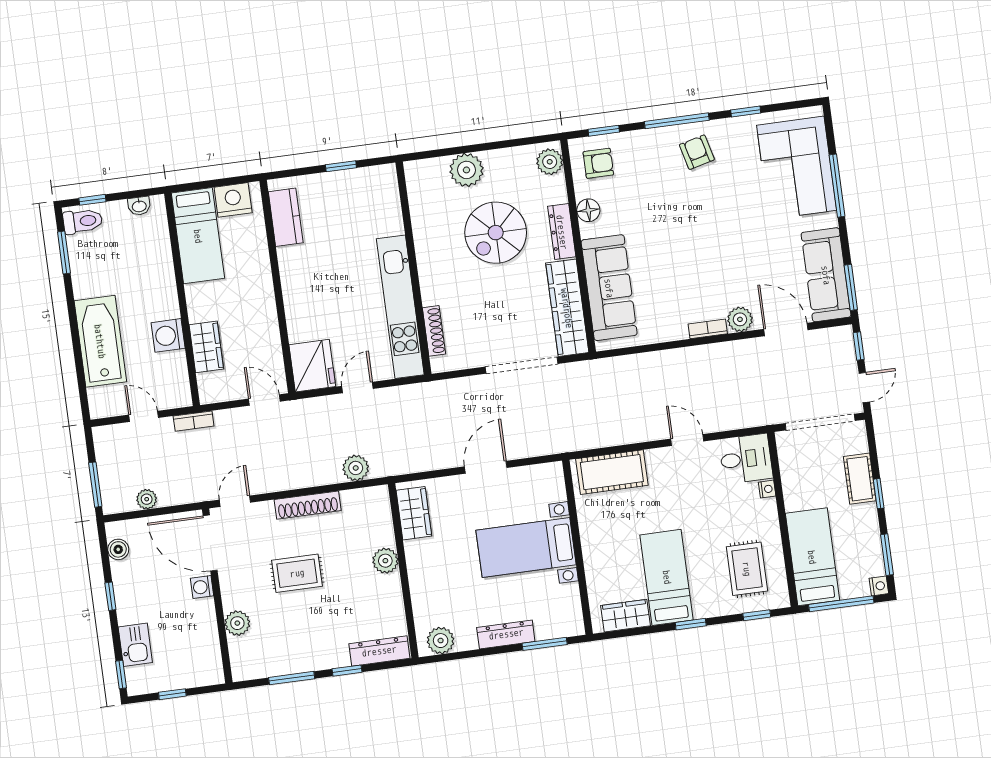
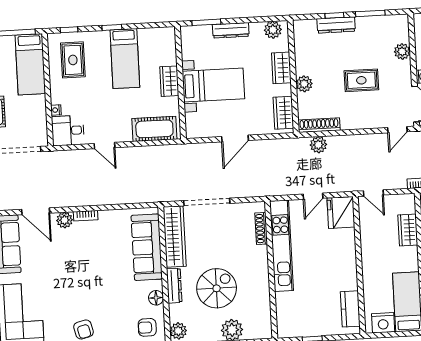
shoe rack: (308, 505) -> (319, 125), moved
wardrobe: (423, 582) -> (281, 68), added
wardrobe: (625, 616) -> (169, 81), moved, turned 90
dresser: (379, 651) -> (336, 25), moved

